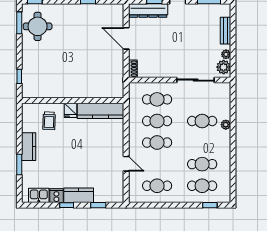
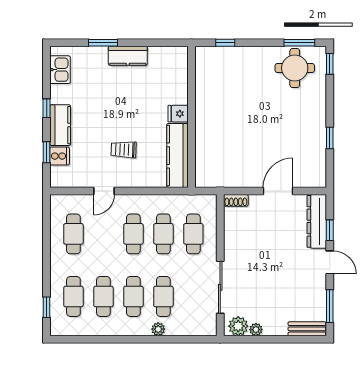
bench: (225, 31) -> (307, 329), moved
trolley: (49, 121) -> (124, 150), moved
cafe table: (202, 143) -> (133, 296), added
cooker: (56, 196) -> (60, 156), moved

